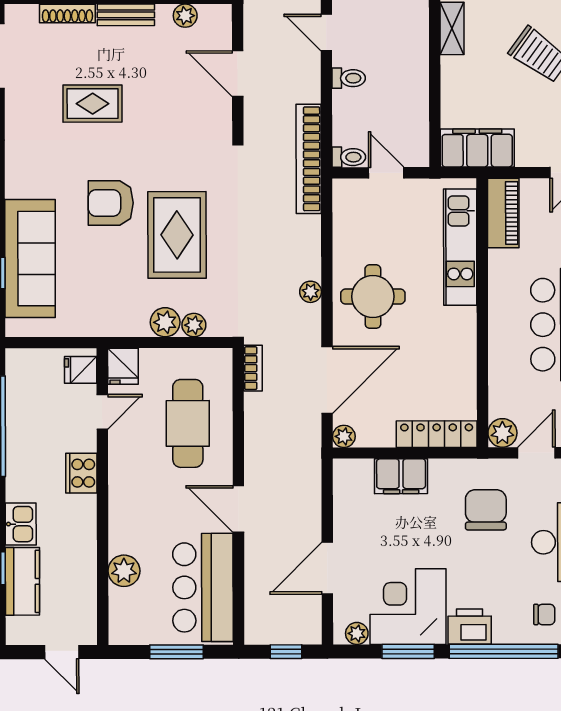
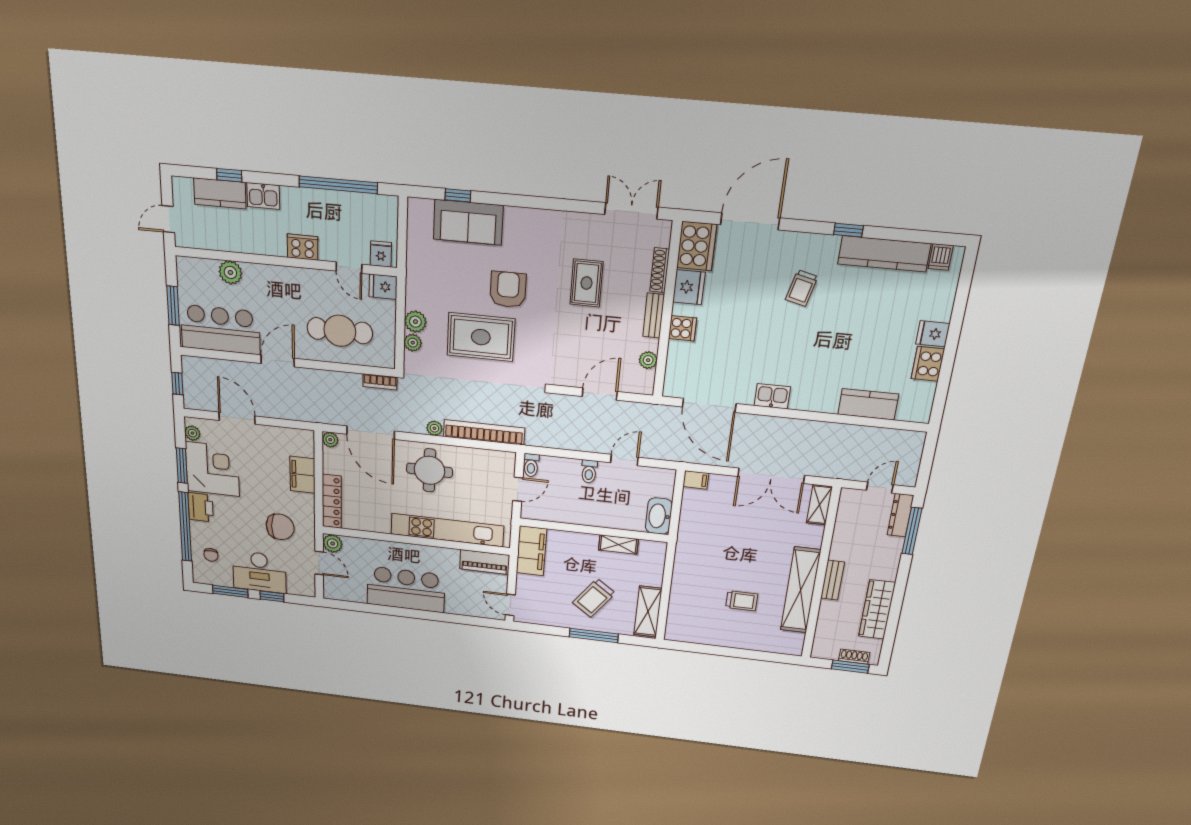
bookcase: (309, 159) -> (484, 432), moved
kitchen unit: (460, 247) -> (447, 530), width x1.36
sofa: (30, 259) -> (468, 222), width x0.73

